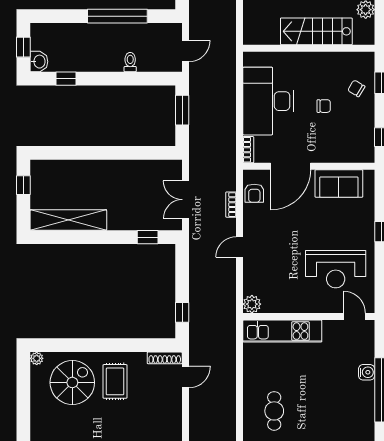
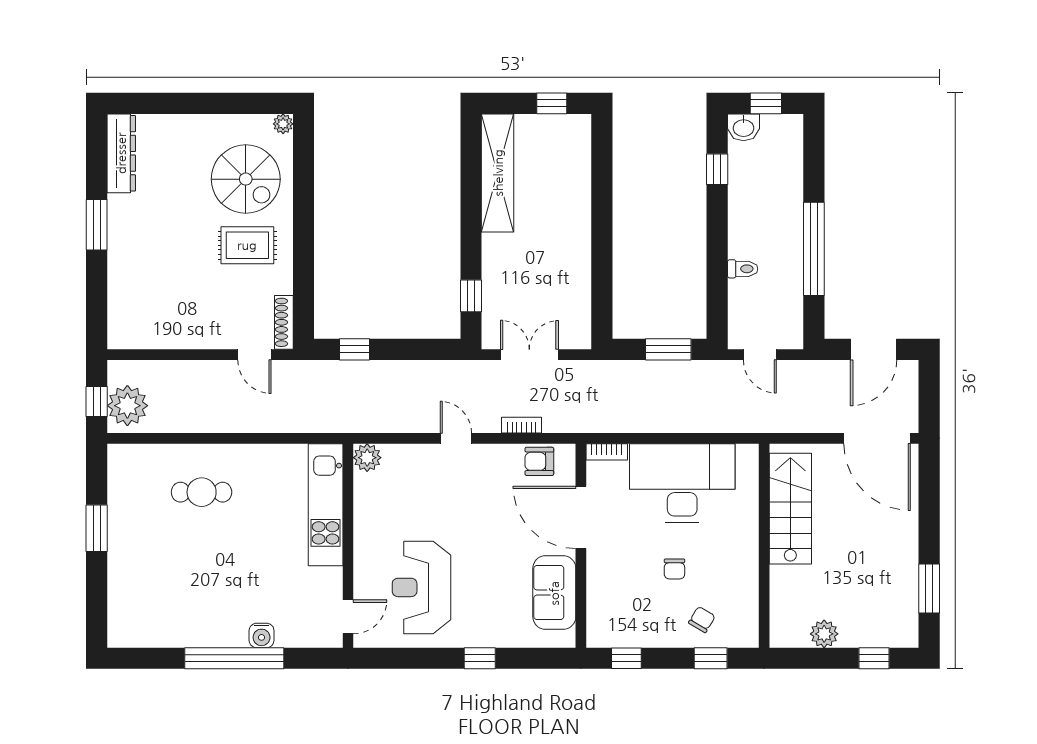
stairs: (316, 31) -> (790, 509), moved

